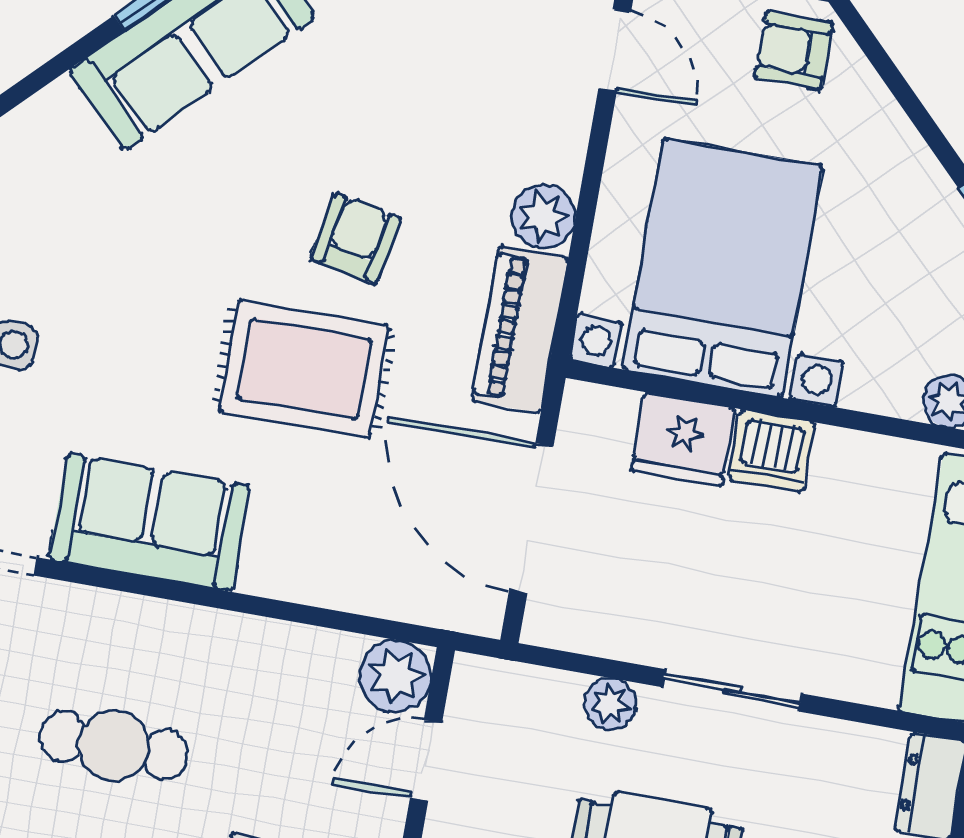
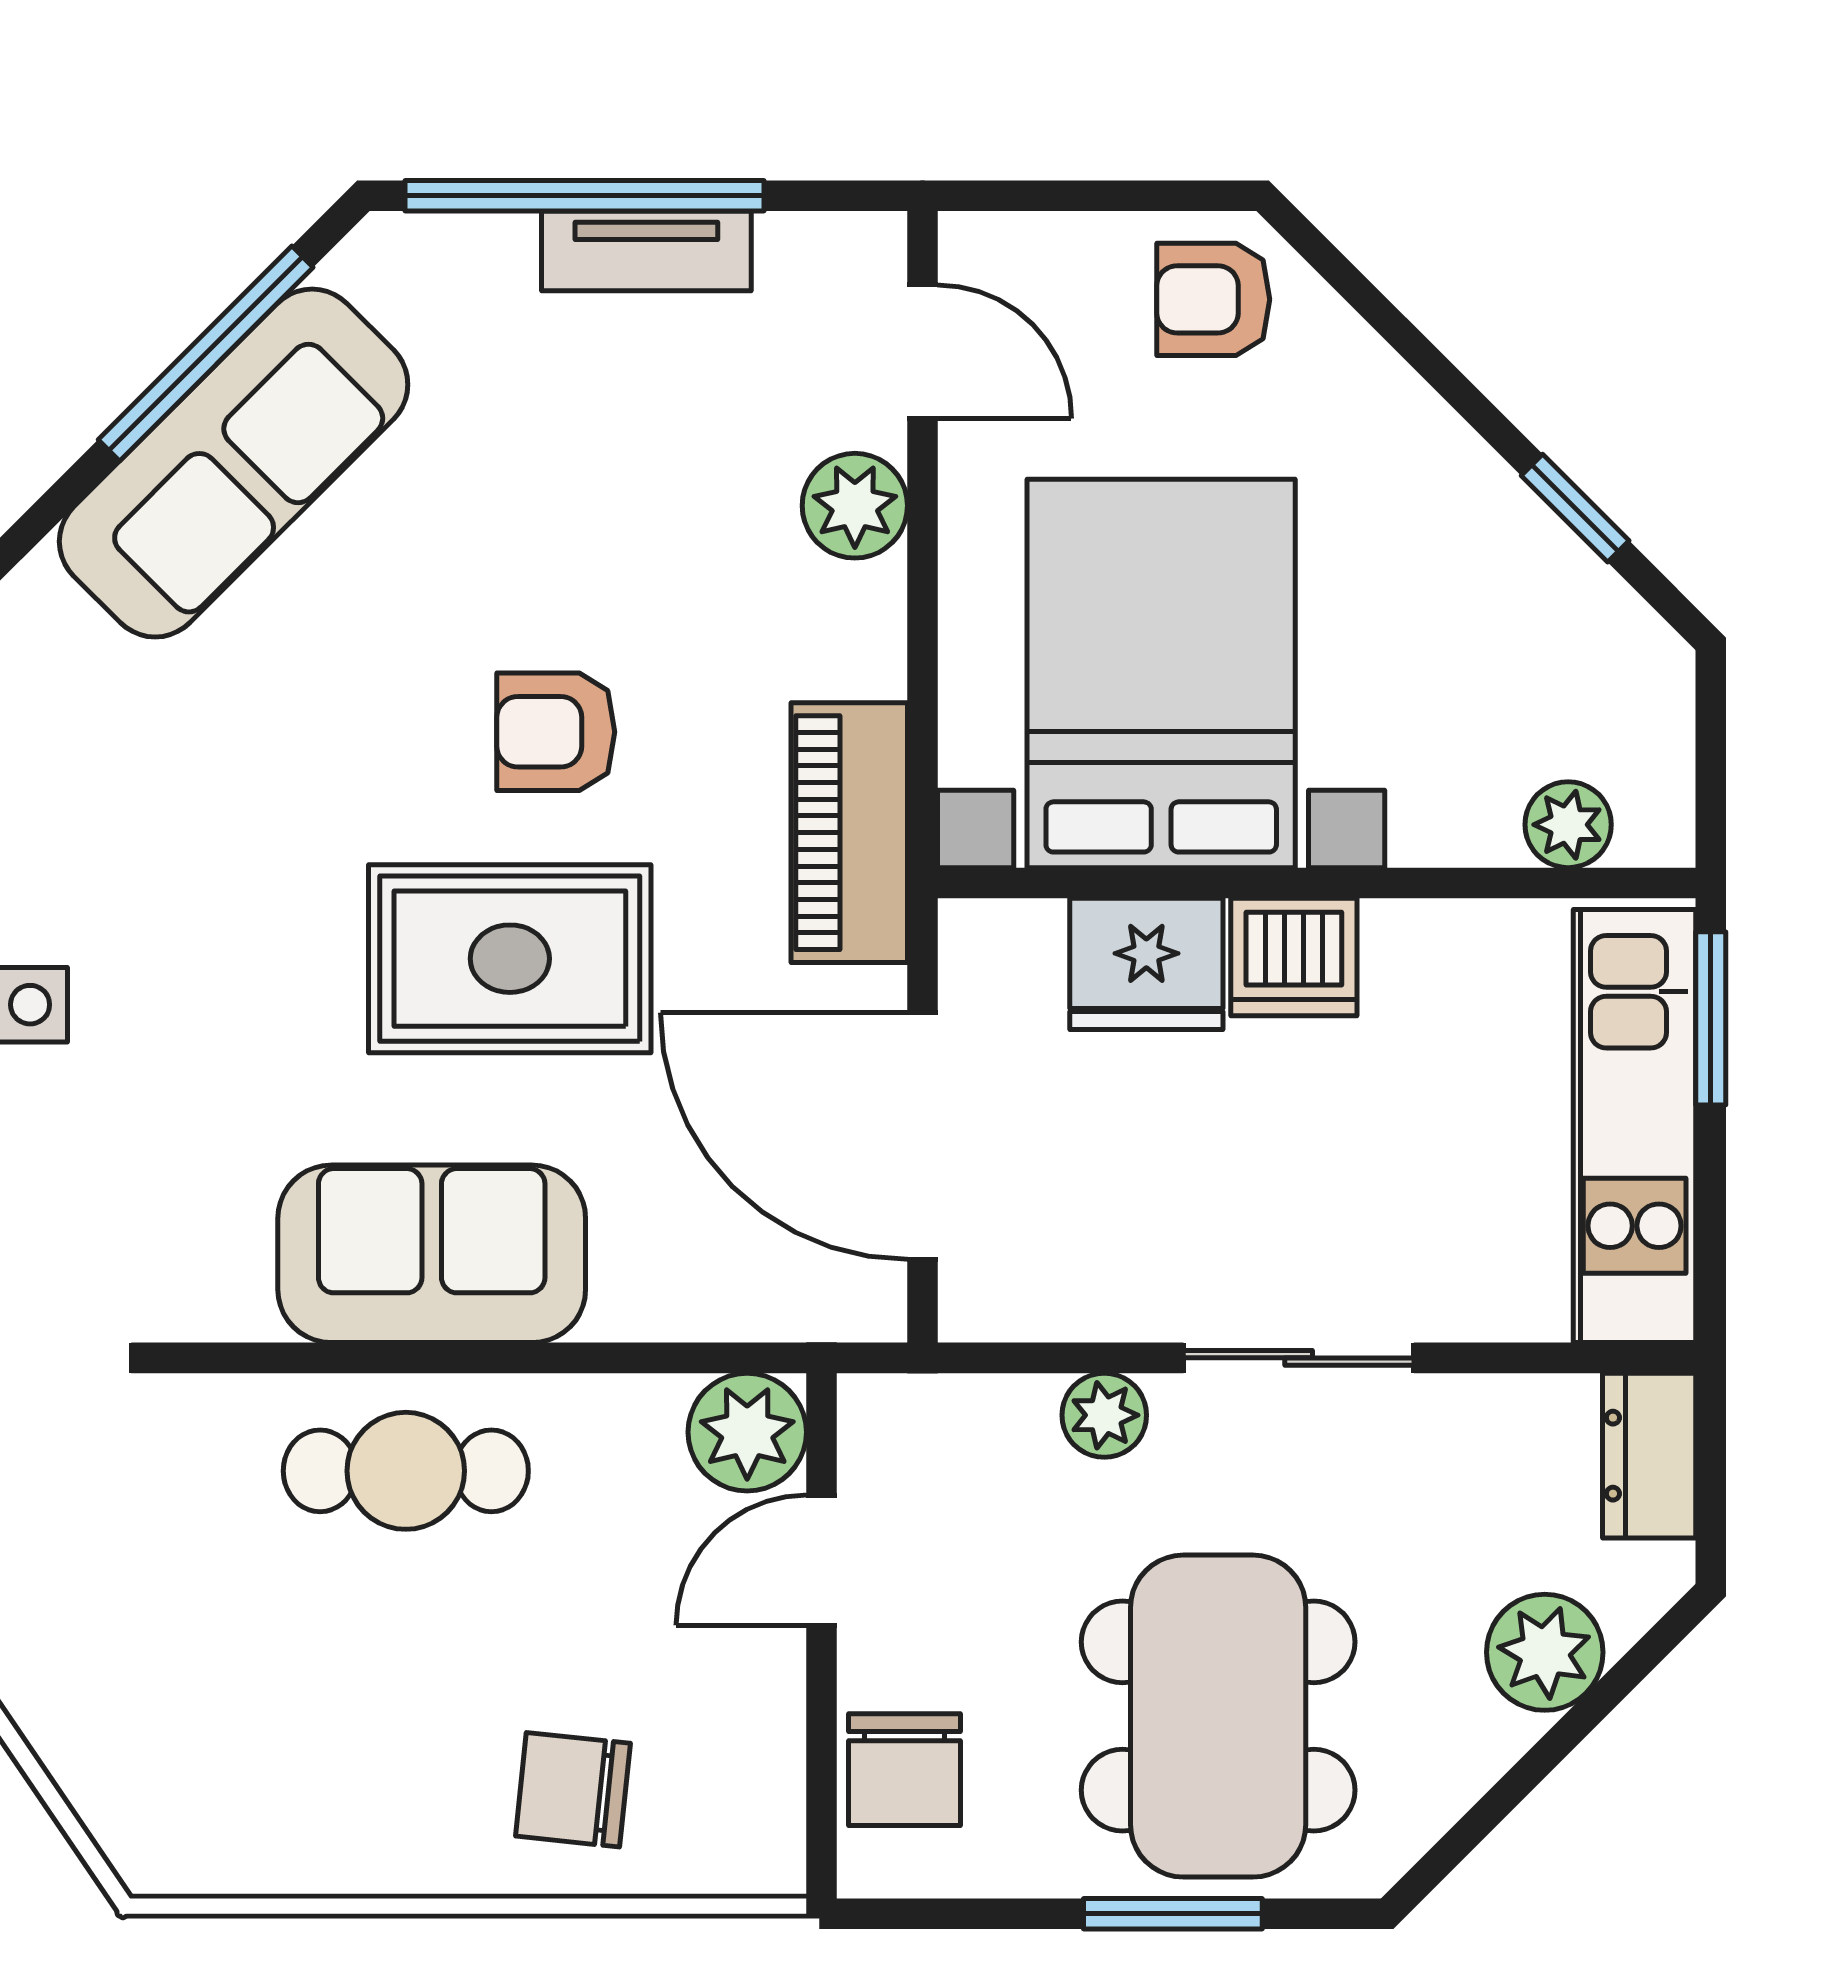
plant: (543, 217) -> (855, 506), moved
armchair: (356, 238) -> (556, 732), turned -101
sofa: (150, 523) -> (432, 1254), moved
cafe table: (114, 745) -> (406, 1471), moved

